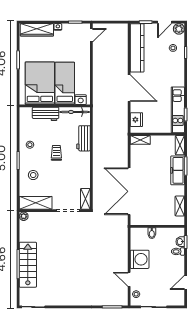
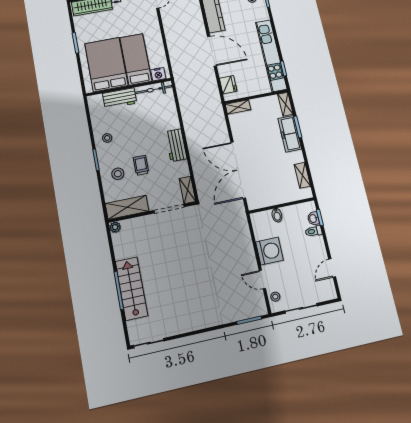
kitchen unit: (178, 110) -> (271, 56), width x1.36
workbench: (83, 138) -> (176, 145), moved
trolley: (56, 153) -> (141, 165), moved

